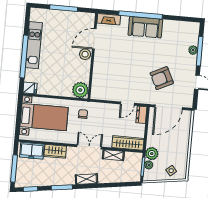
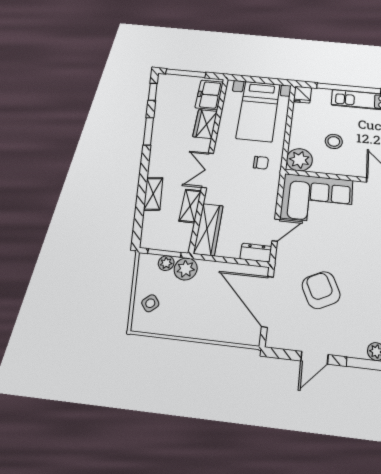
stool: (85, 54) -> (334, 141), moved
corner sofa: (107, 79) -> (317, 199), added
door: (127, 104) -> (276, 230), swing flipped
double door: (89, 147) -> (207, 170), swing flipped
shelving: (86, 179) -> (153, 194), moved

